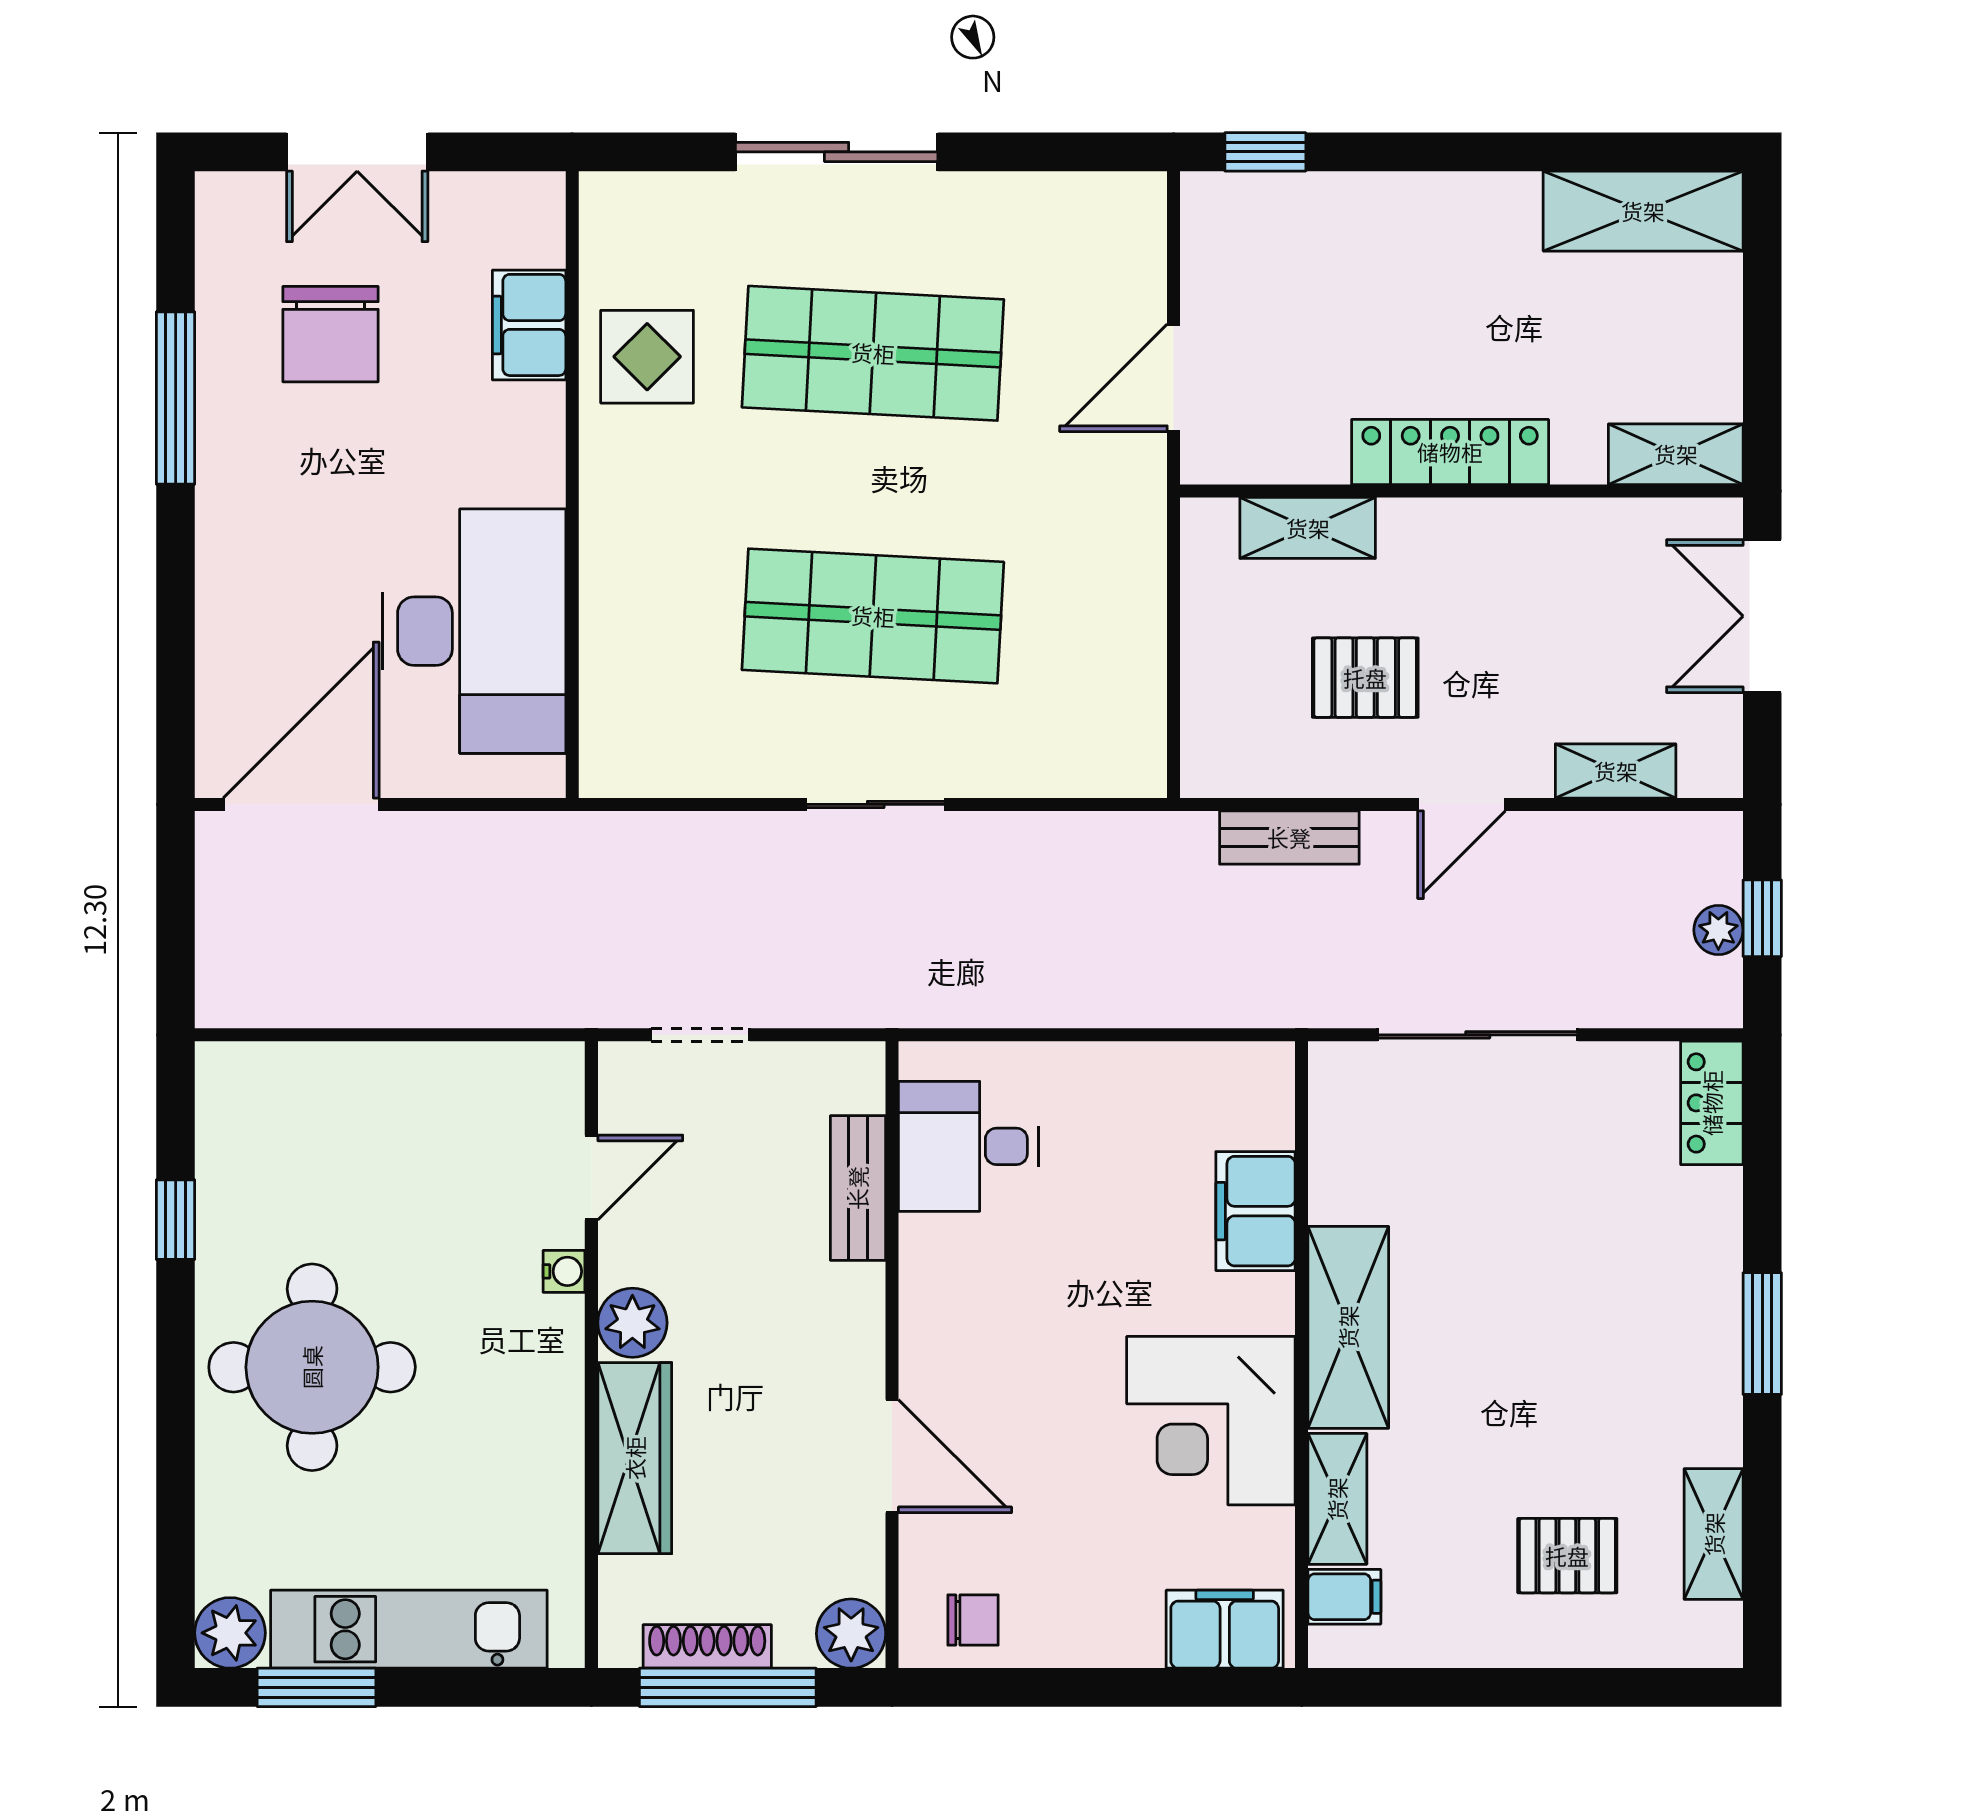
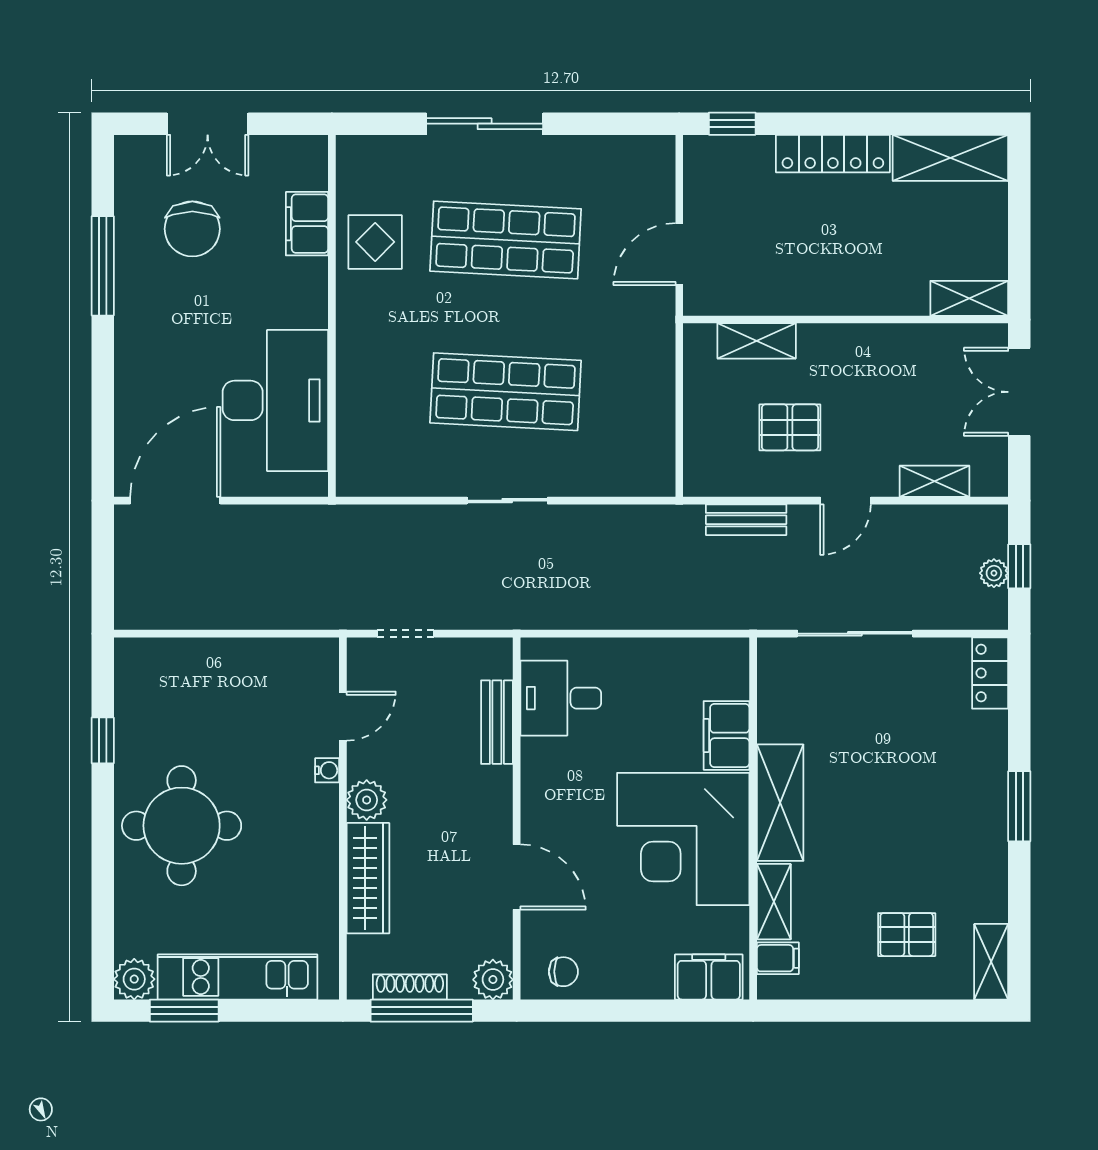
locker: (1450, 452) -> (833, 154), moved, turned 180
corner desk: (1211, 1421) -> (683, 839), width x1.36, depth x1.36
shelving: (1714, 1534) -> (991, 962), moved

